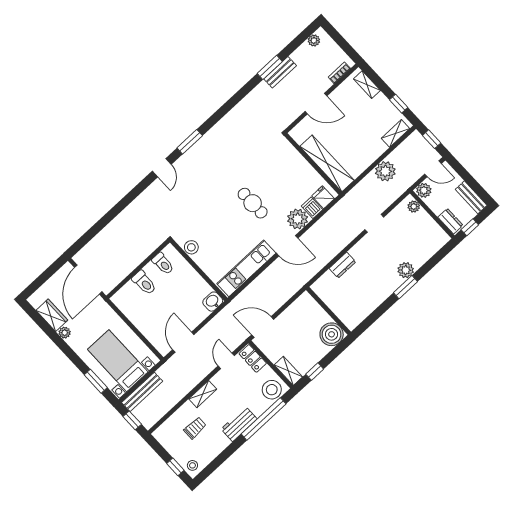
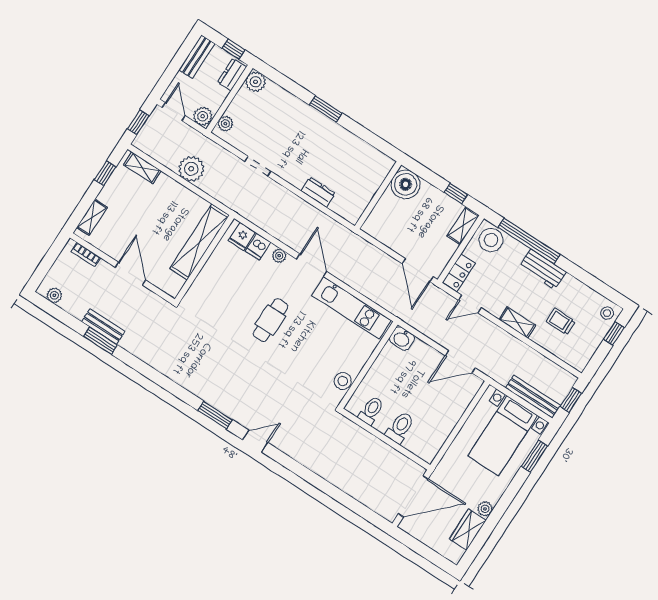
plant: (298, 219) -> (279, 256), width x0.53, depth x0.53
plant: (406, 270) -> (256, 82), moved

